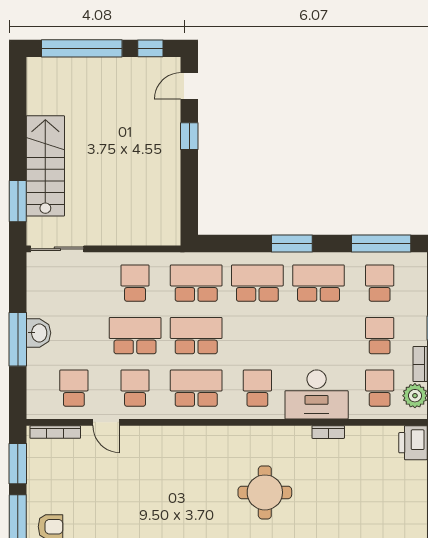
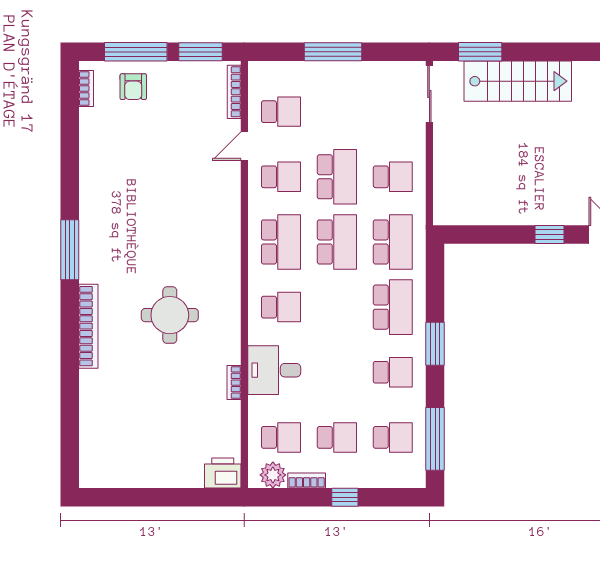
school desk: (319, 283) -> (393, 372), width x0.54
washbasin: (38, 333) -> (340, 74), removed
desk: (317, 394) -> (274, 370), width x0.73

